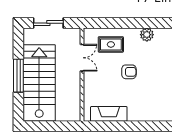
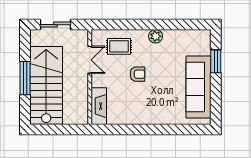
fireplace: (109, 114) -> (99, 106), moved, turned 90

